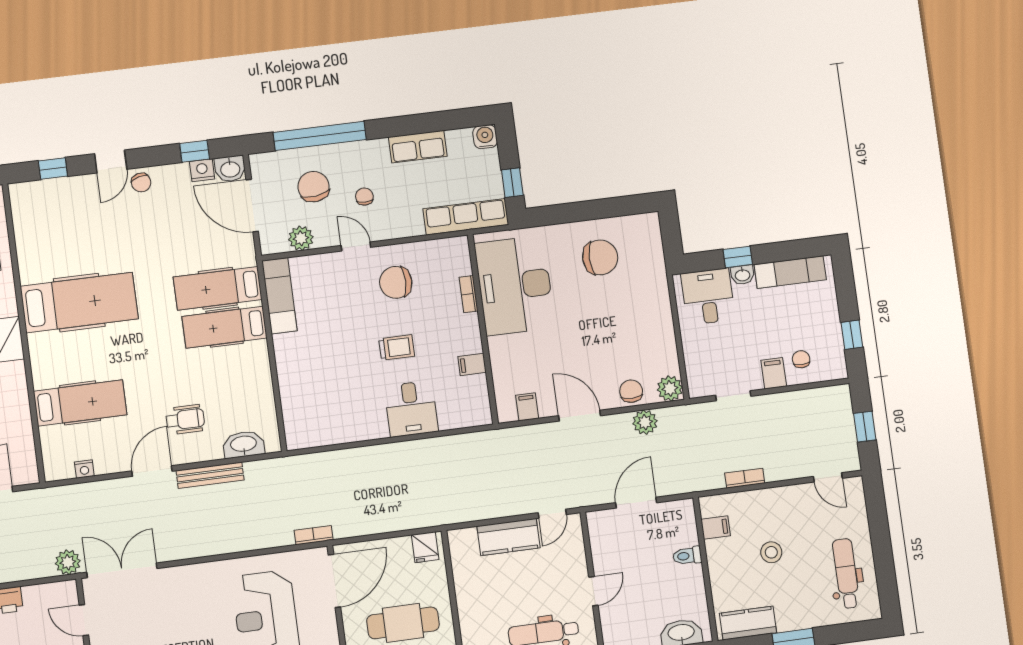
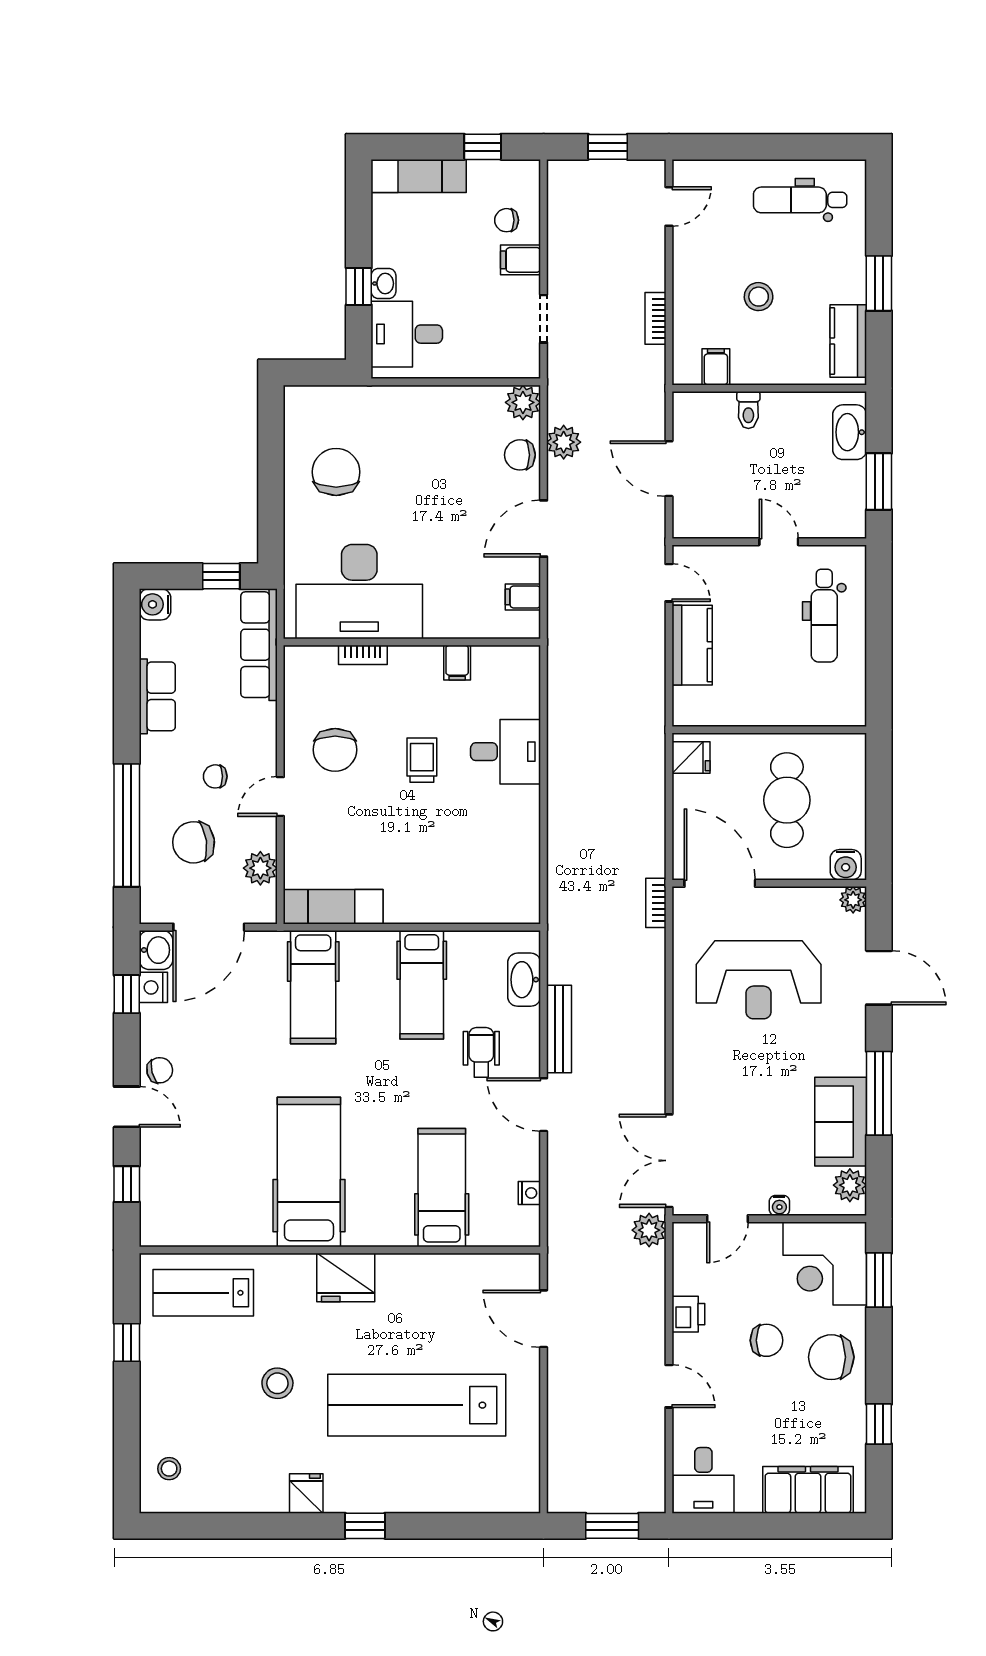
exam couch: (790, 272) -> (419, 176), moved, turned 90
hospital bed: (225, 327) -> (422, 985), moved

